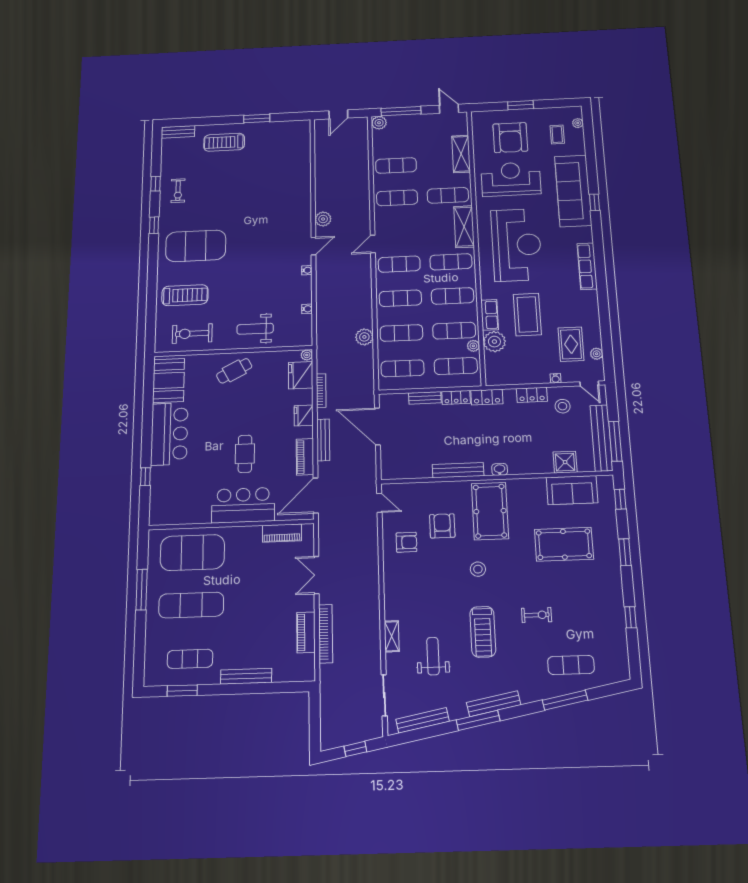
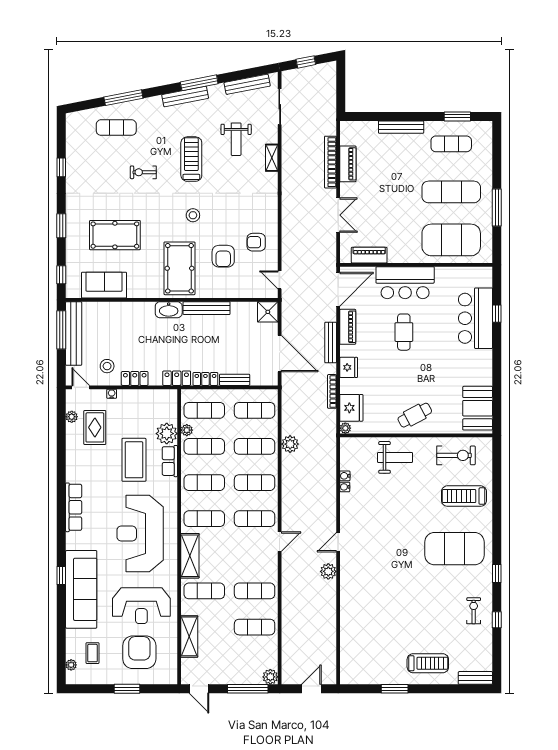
water cooler: (307, 270) -> (345, 487), moved
bar counter: (169, 434) -> (475, 318), moved
shower: (565, 462) -> (268, 312), moved
washbasin: (500, 469) -> (169, 310), width x1.91, depth x1.45

